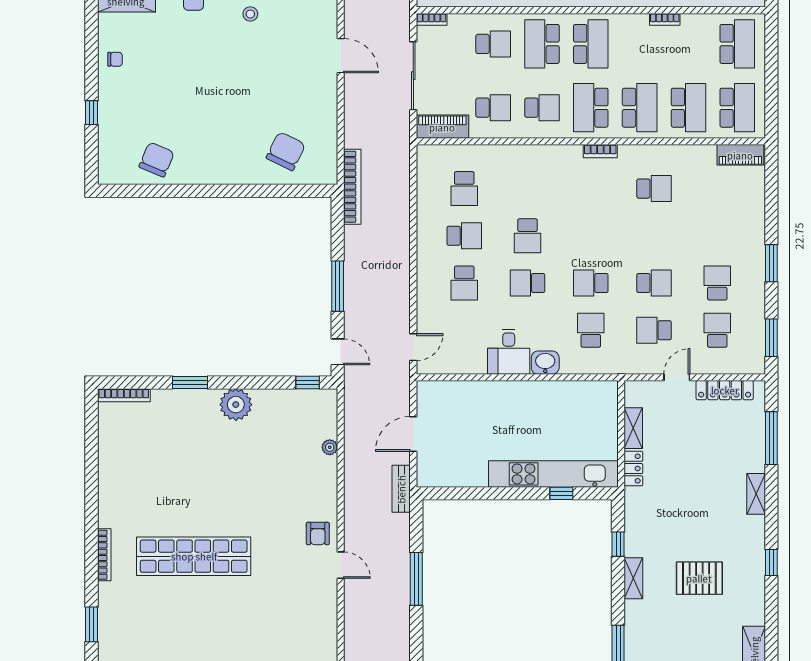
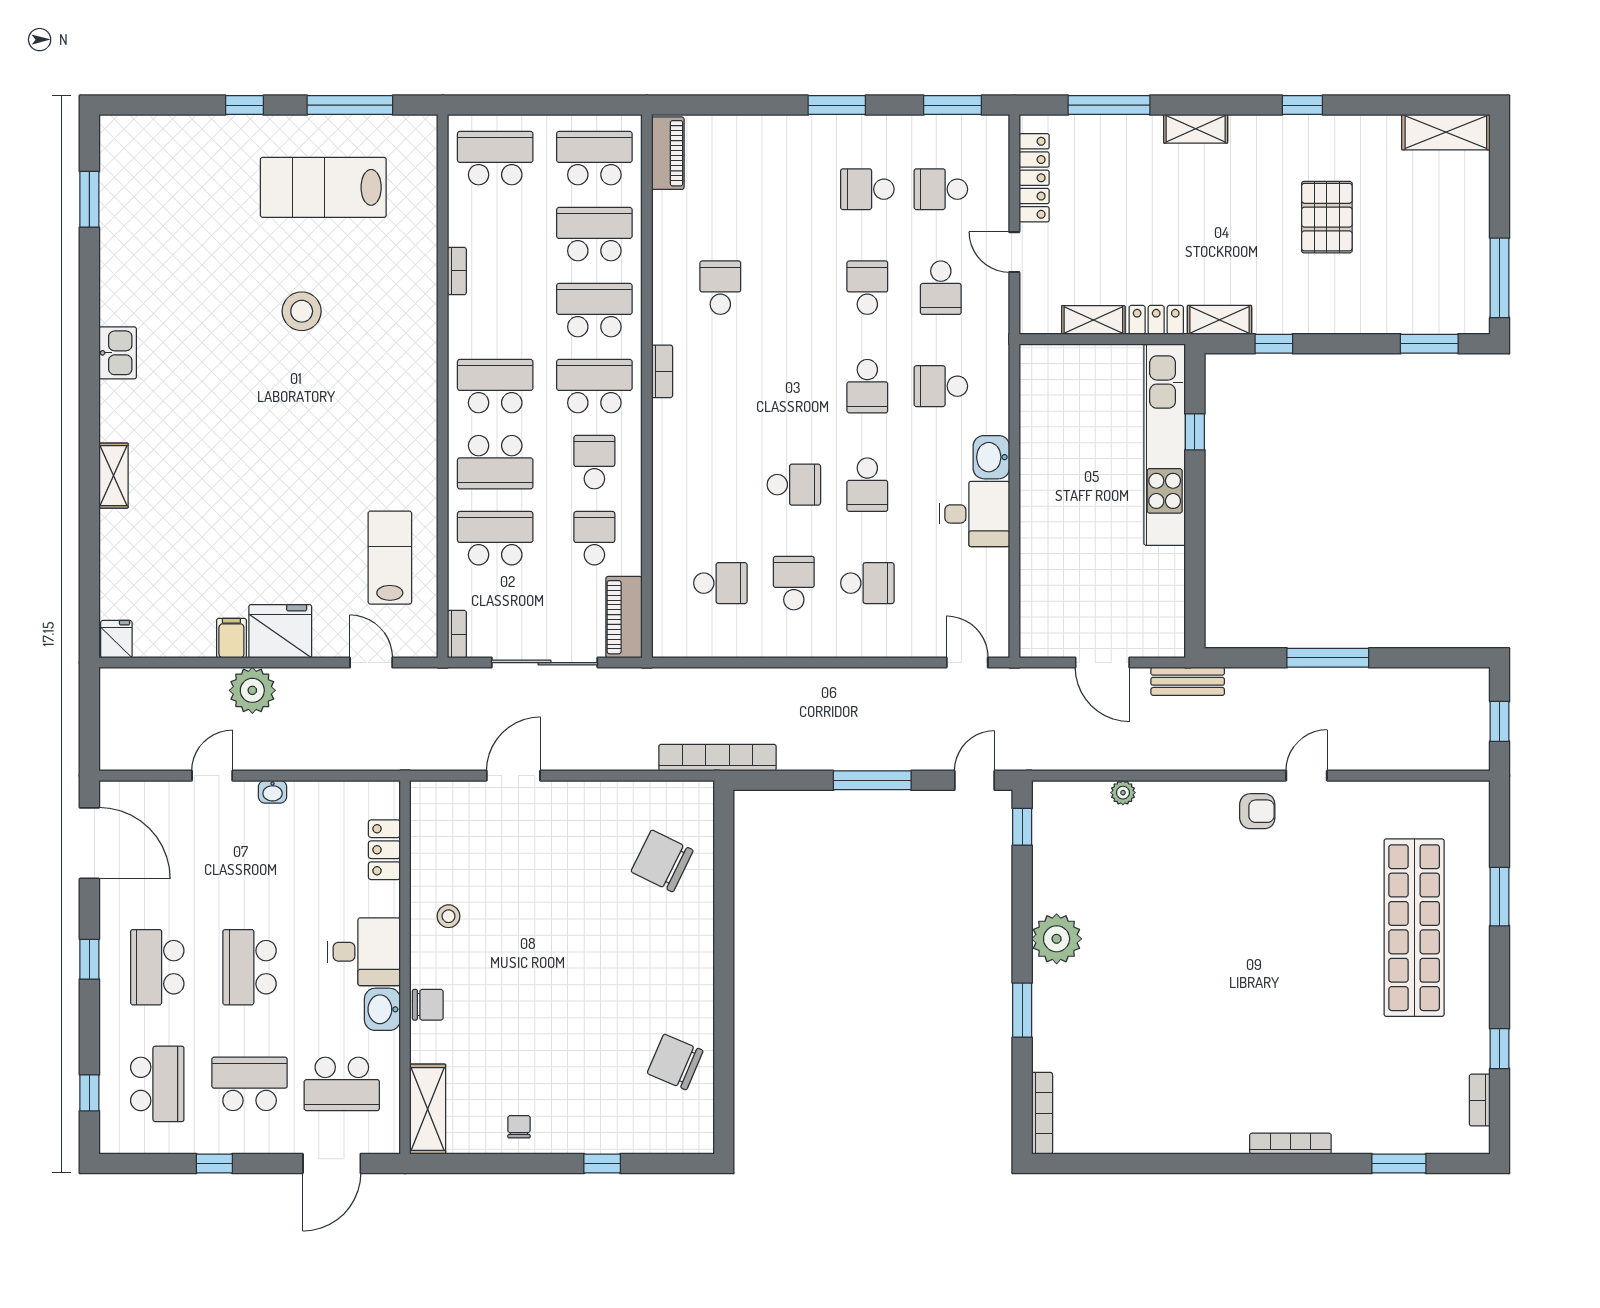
school desk: (493, 44) -> (495, 538), width x1.85
school desk: (591, 108) -> (594, 386), turned 180
shop shelf: (194, 556) -> (1414, 928), moved
shelving: (633, 578) -> (1219, 320), moved

